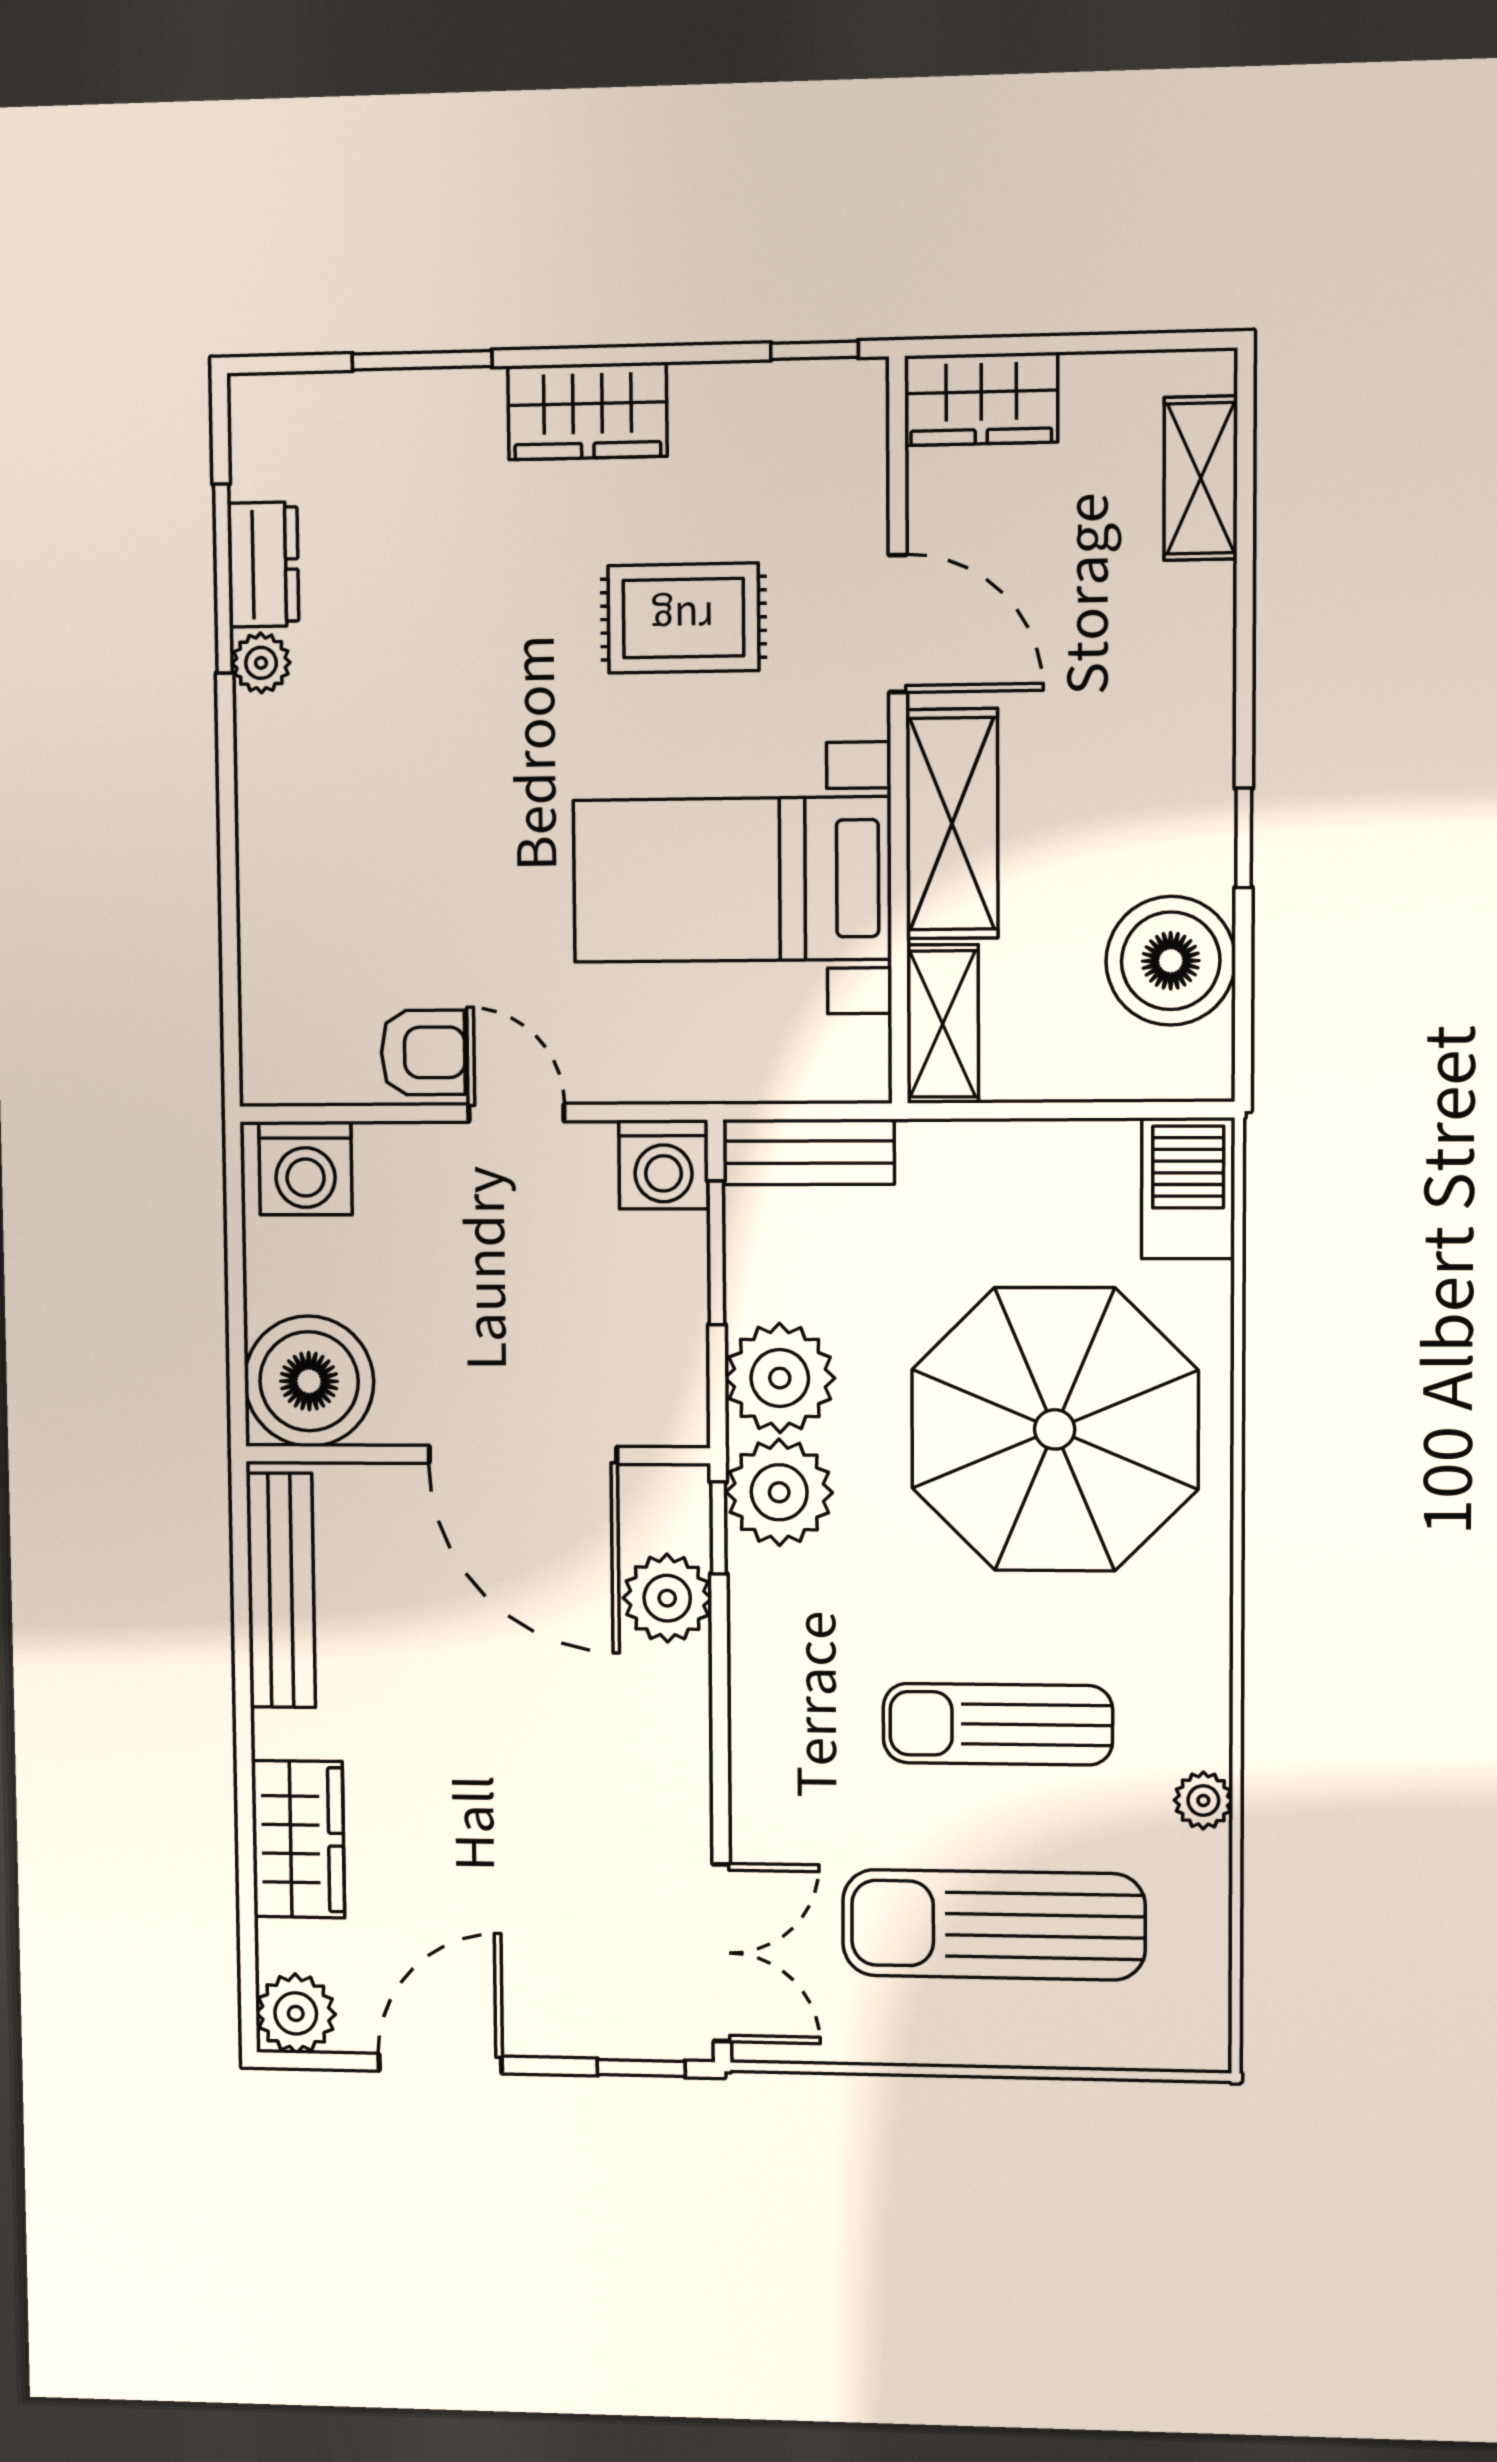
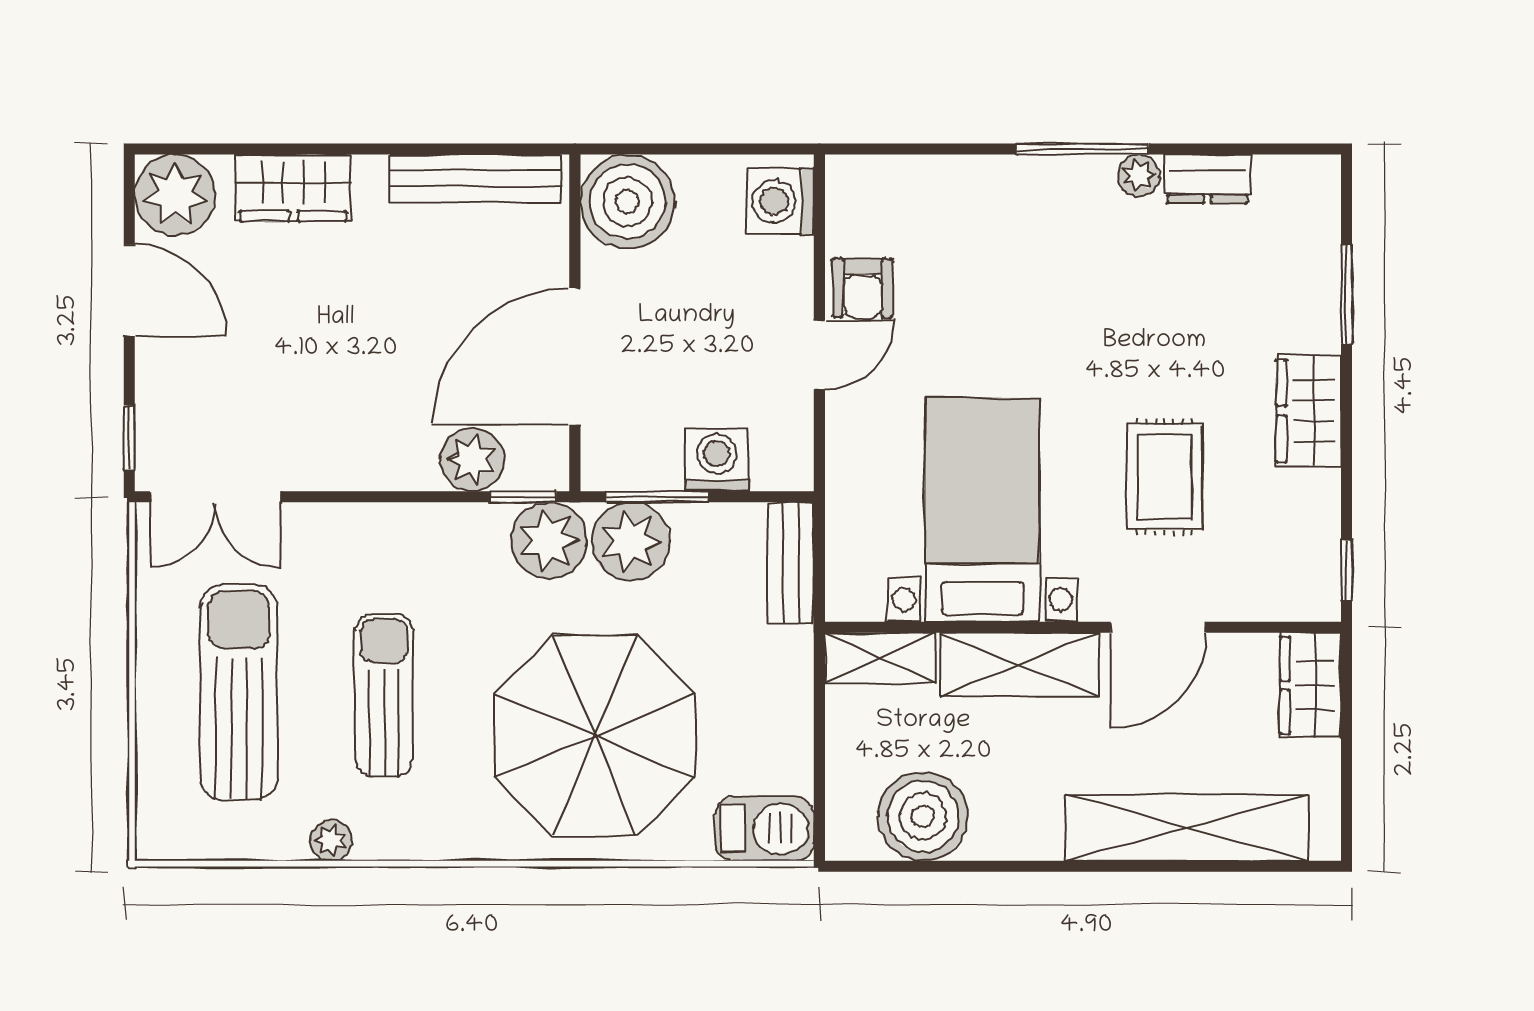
shelving: (1201, 478) -> (1187, 828), width x2.20, depth x1.33
window: (223, 579) -> (1083, 149), moved
window: (1244, 838) -> (1007, 866), removed
washing machine: (663, 1164) -> (717, 460), moved, turned 90
window: (716, 1253) -> (657, 497), moved
plant: (296, 2013) -> (175, 195), width x1.36, depth x1.36

